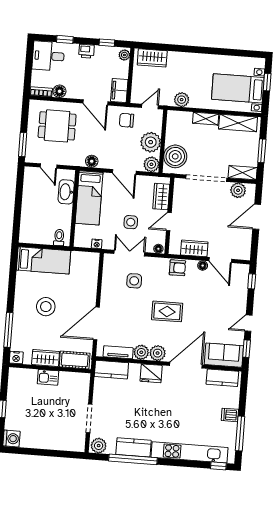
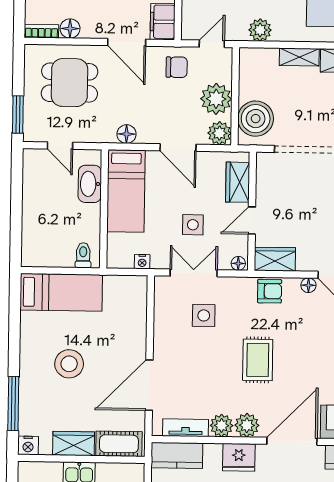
chair: (127, 120) -> (177, 67), turned 180
wardrobe: (194, 248) -> (275, 259), moved
rug: (167, 311) -> (258, 360), turned 90

